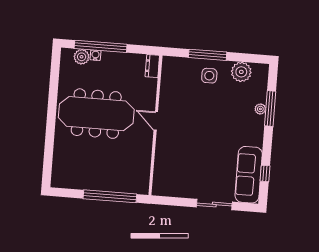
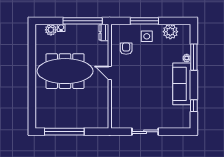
window: (101, 46) -> (83, 21), moved
armchair: (180, 90) -> (126, 49), added
sofa: (249, 175) -> (182, 84), moved
window: (110, 196) -> (64, 132), moved
sliding door: (214, 205) -> (145, 132), moved

